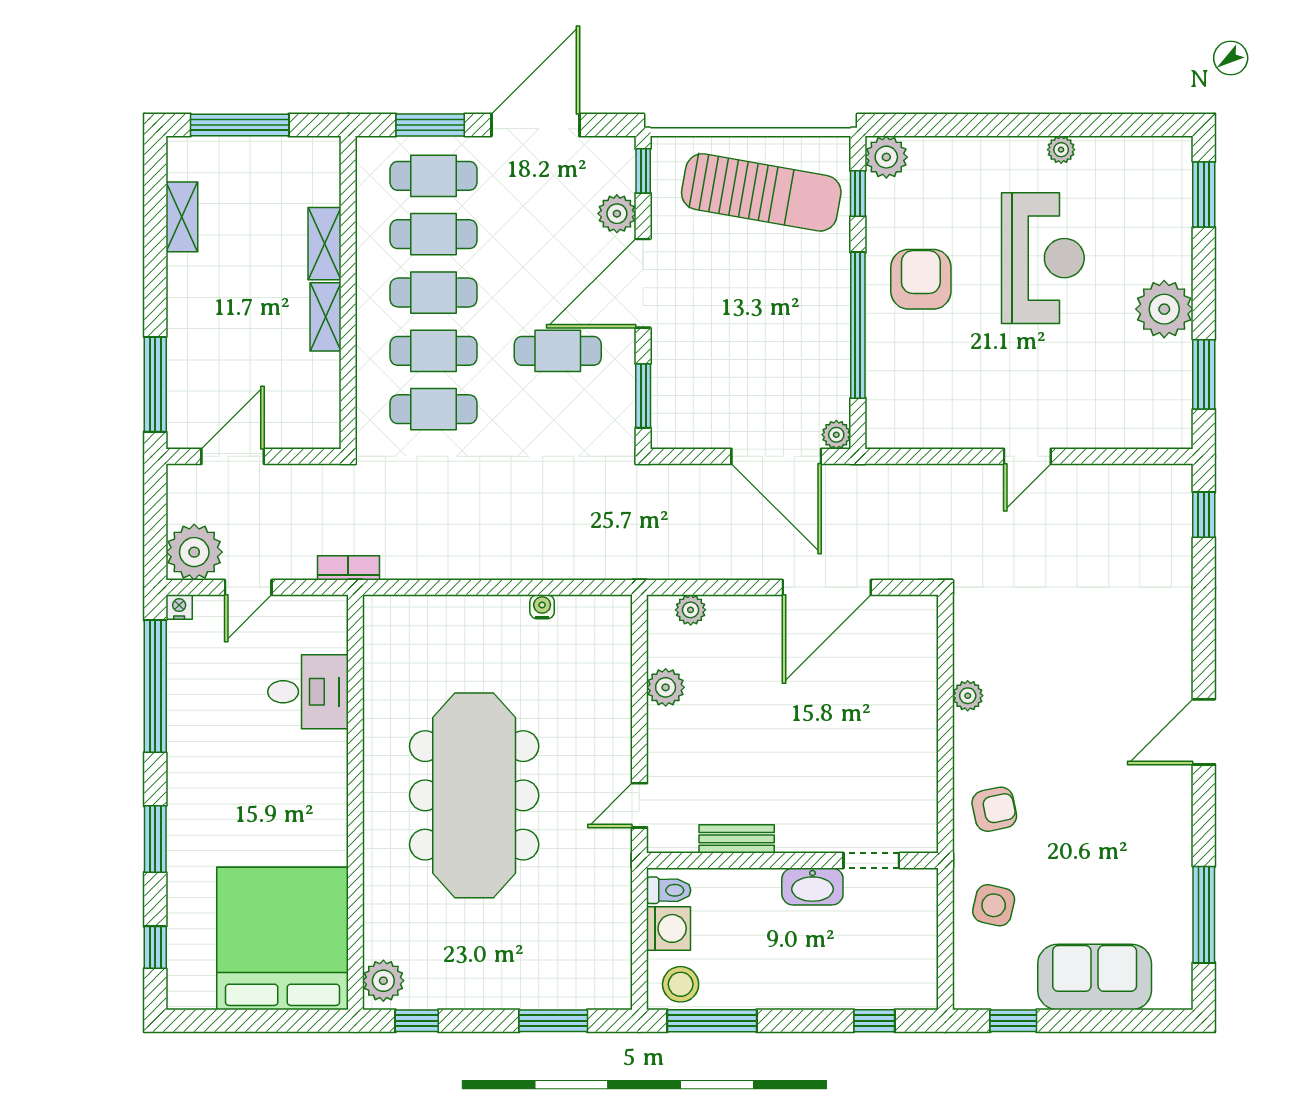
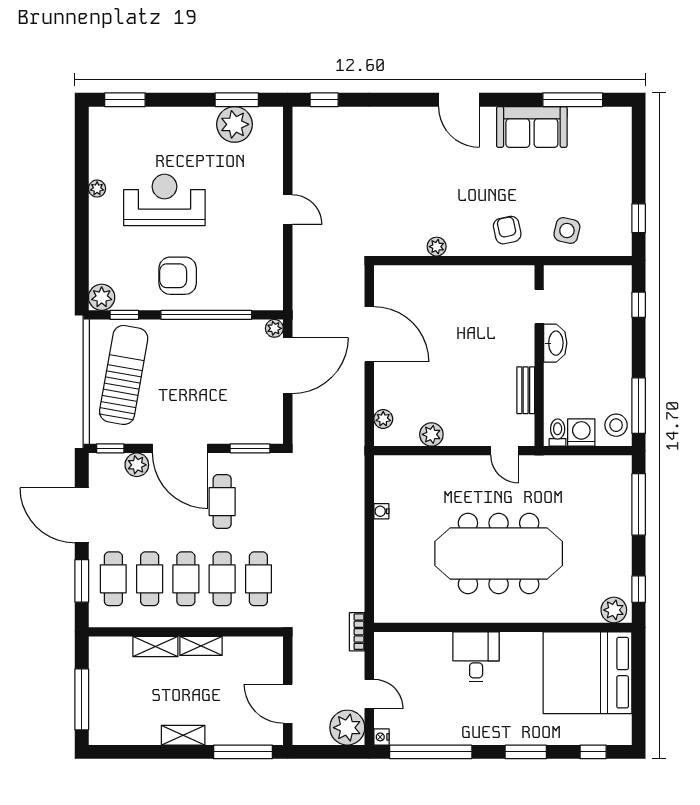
shelving: (182, 217) -> (183, 735), moved
plant: (1164, 309) -> (235, 124), moved
desk: (308, 692) -> (476, 657), moved
sofa: (1095, 977) -> (532, 127), moved, turned -90
window: (553, 1021) -> (639, 504), width x1.44

